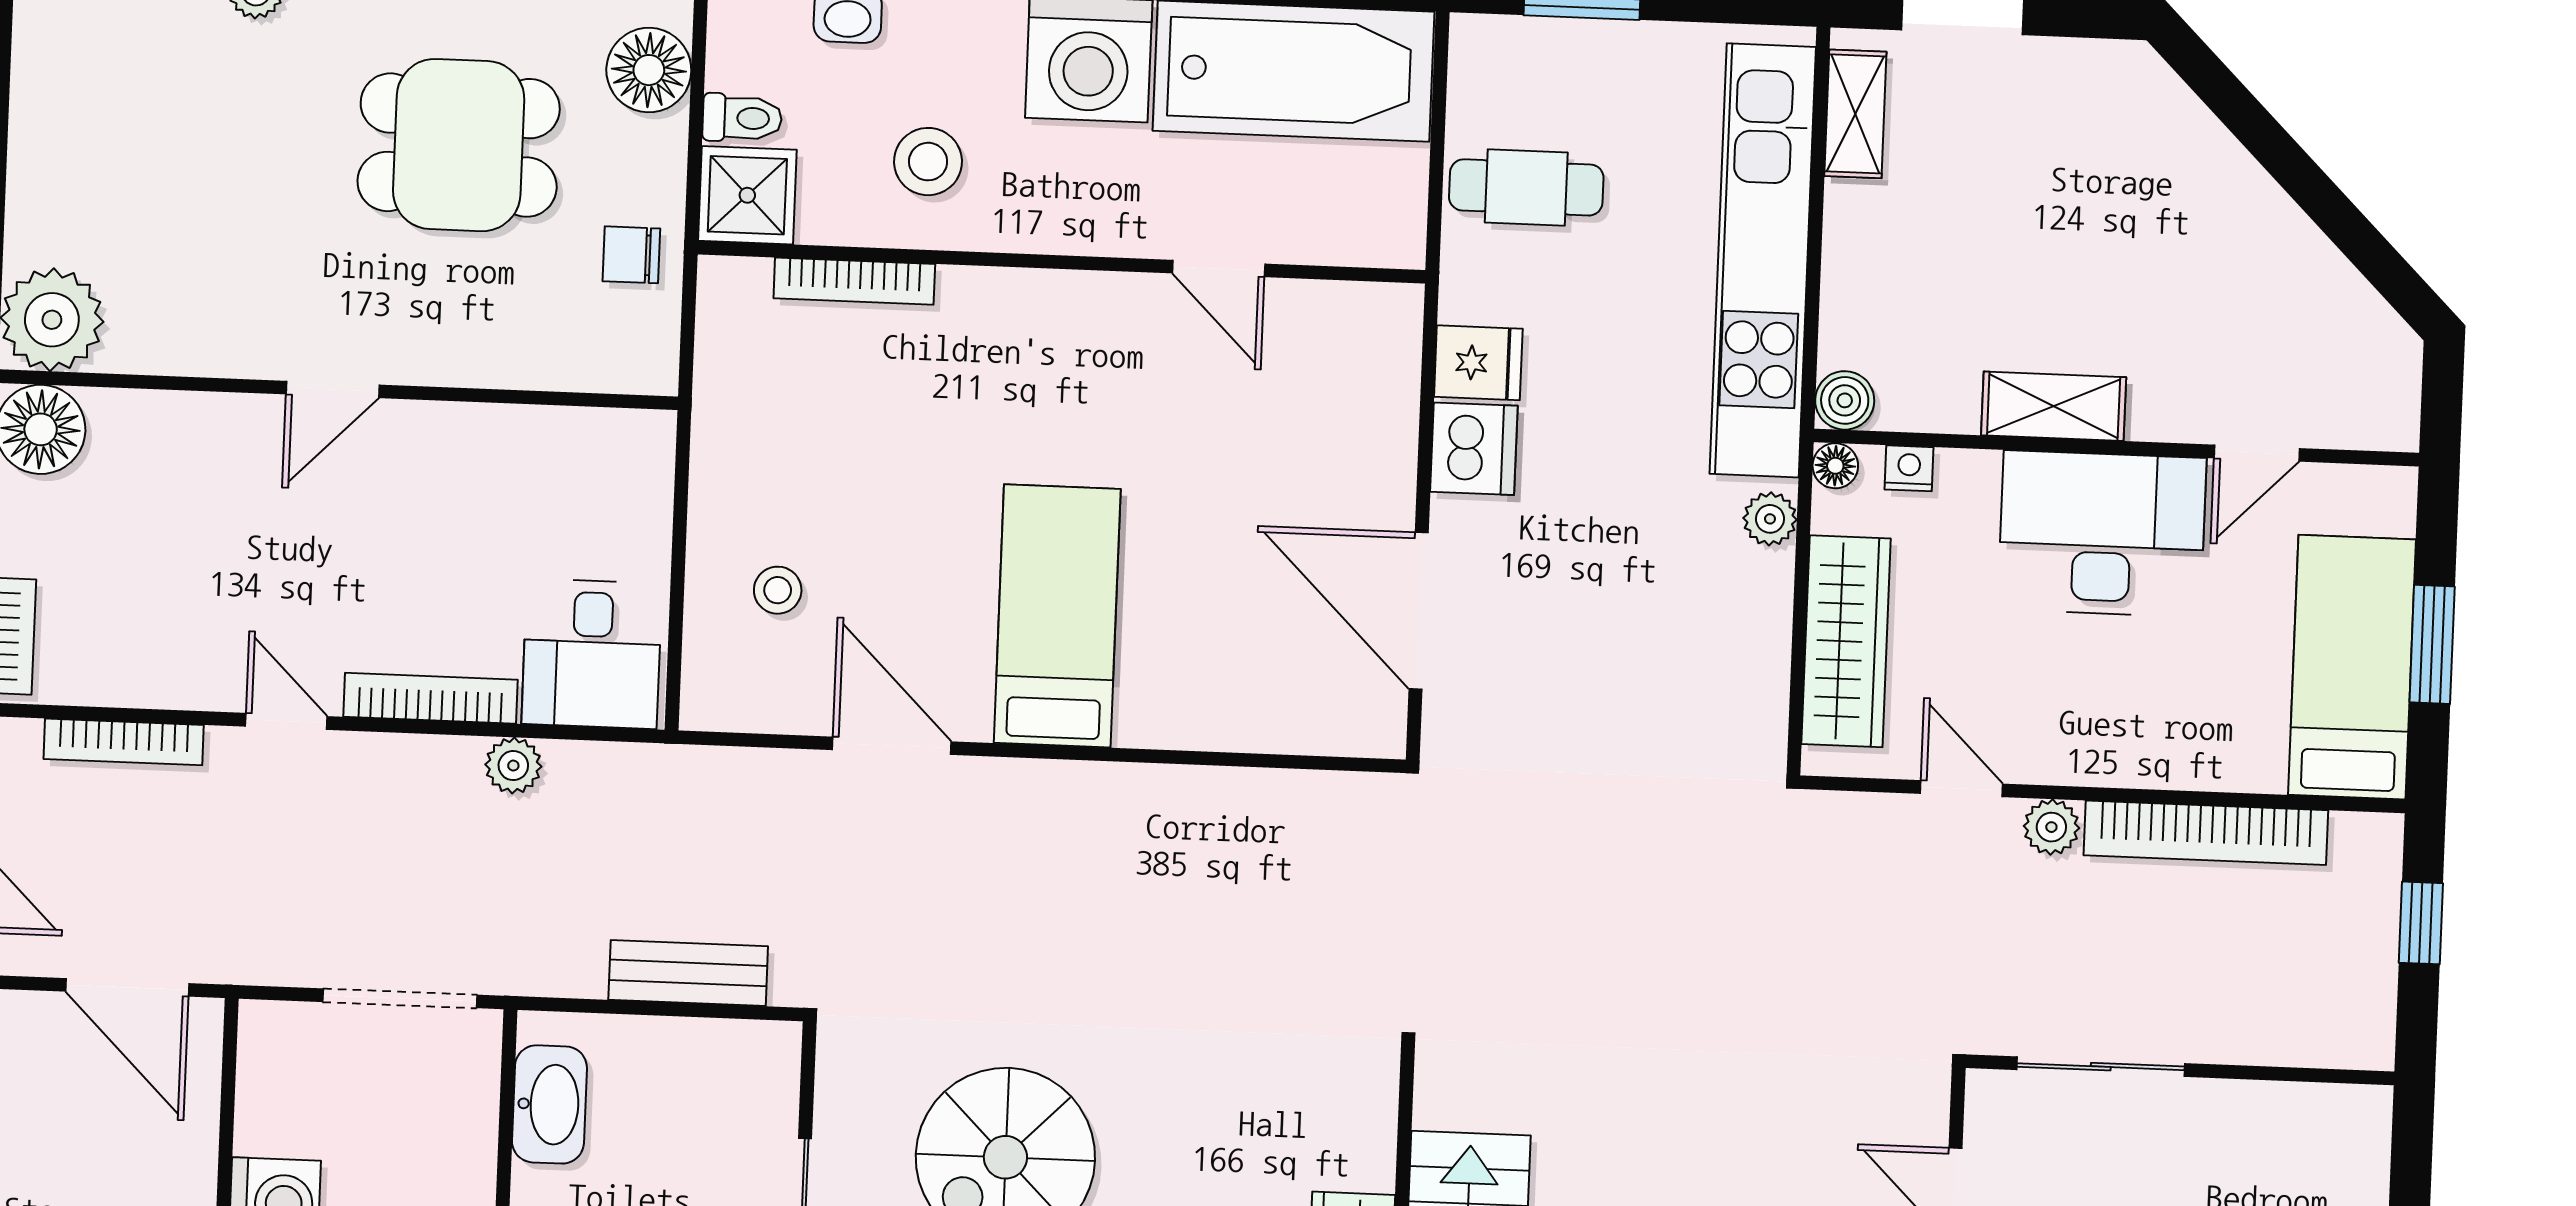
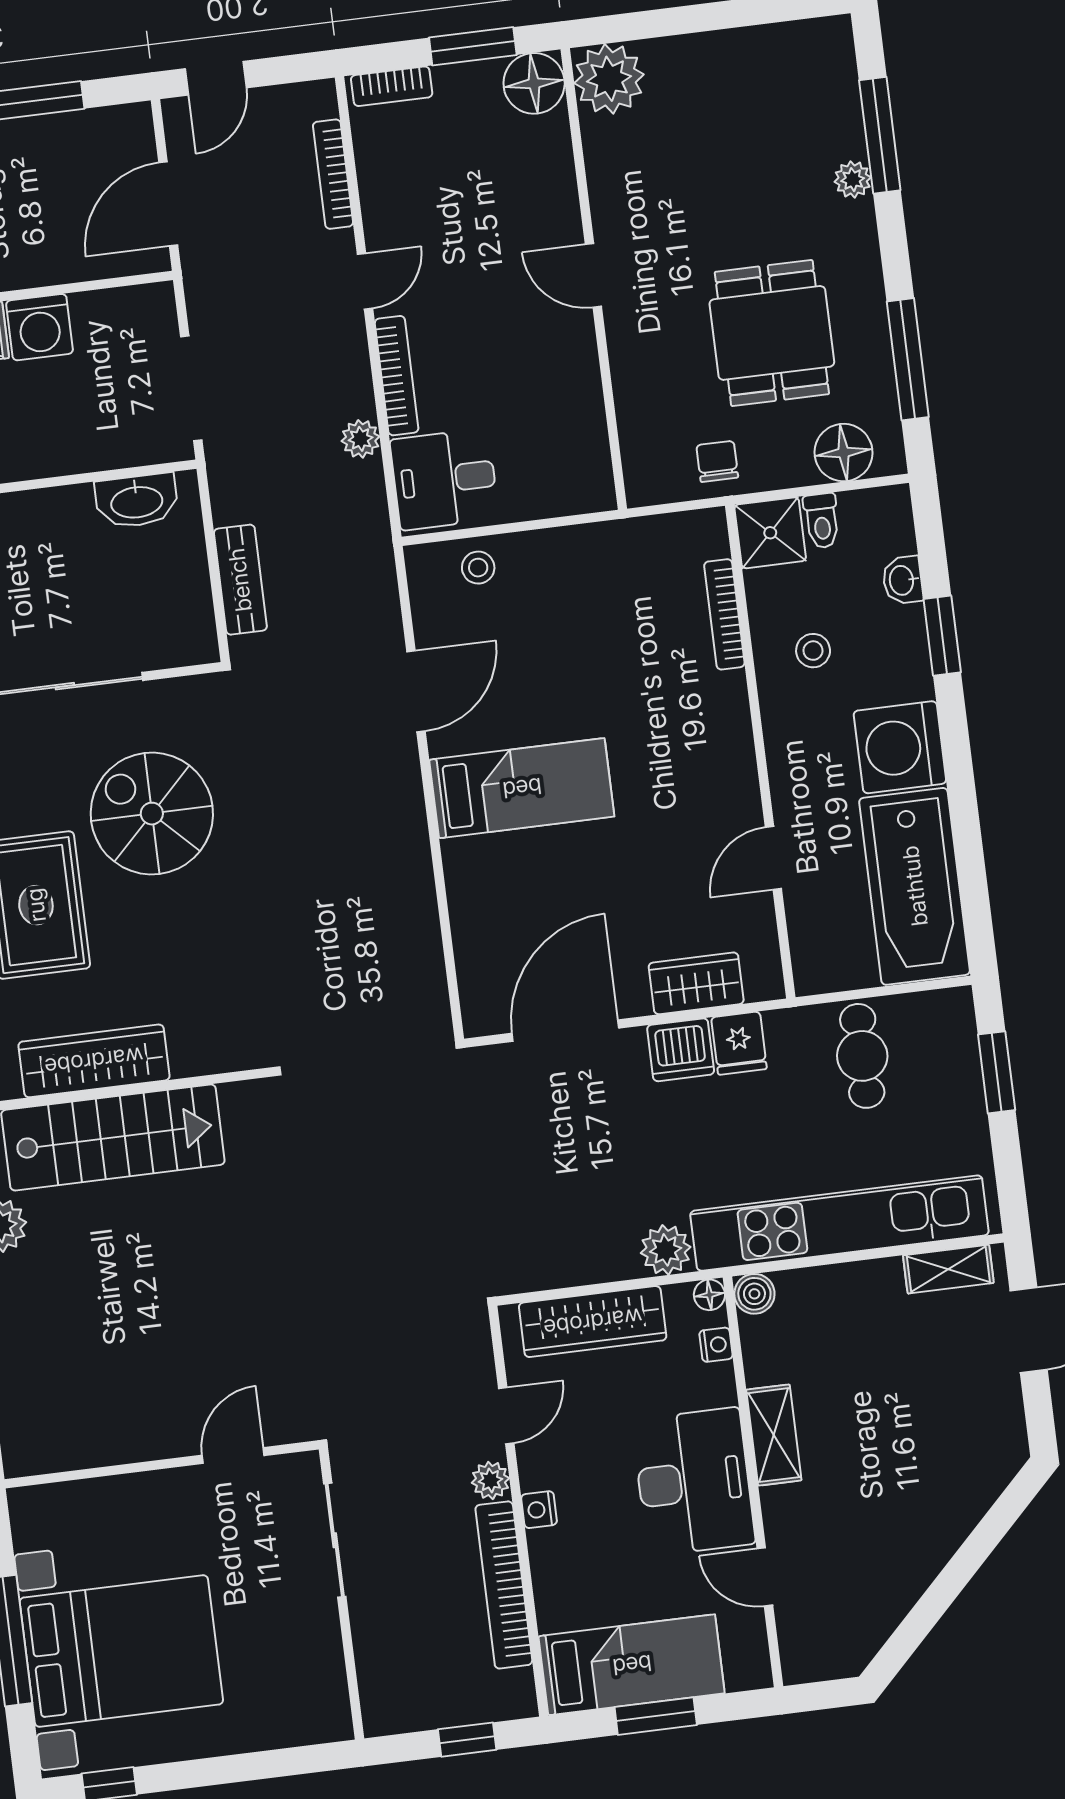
stool: (928, 162) -> (813, 651), width x0.73, depth x0.73
wardrobe: (1382, 410) -> (696, 983), added
plant: (1770, 519) -> (666, 1250), width x1.38, depth x1.38
stool: (778, 590) -> (478, 568), moved
nightstand: (2105, 764) -> (539, 1510), added

